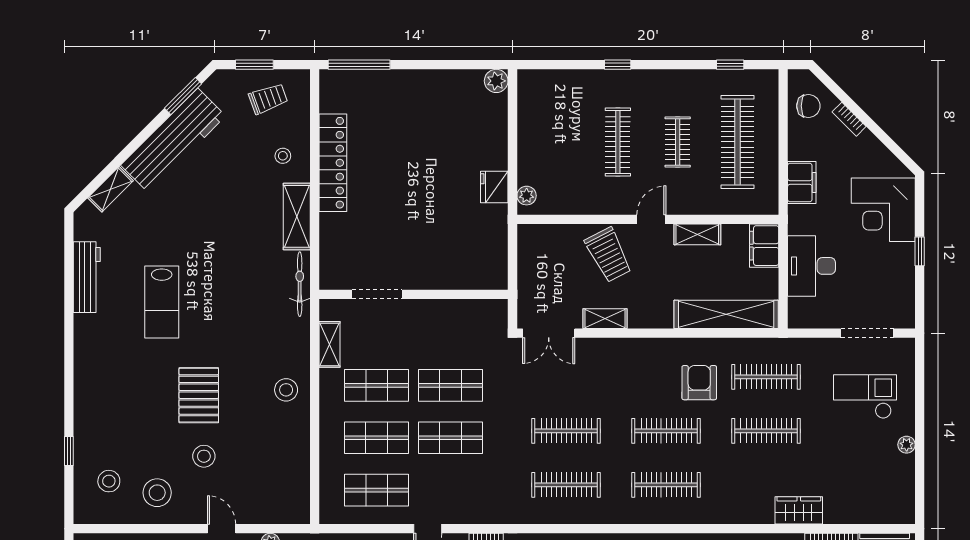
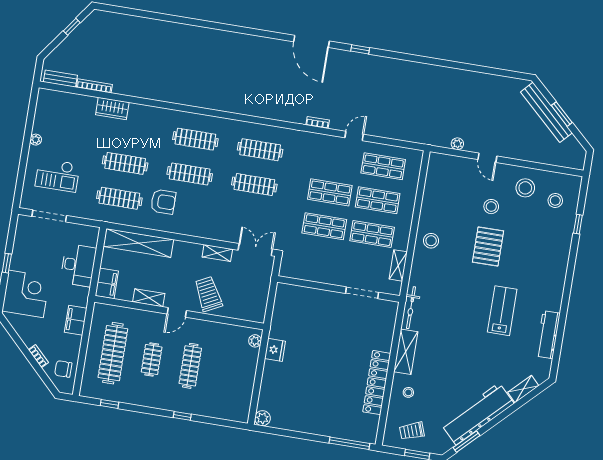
armchair: (699, 383) -> (163, 202), turned -90

